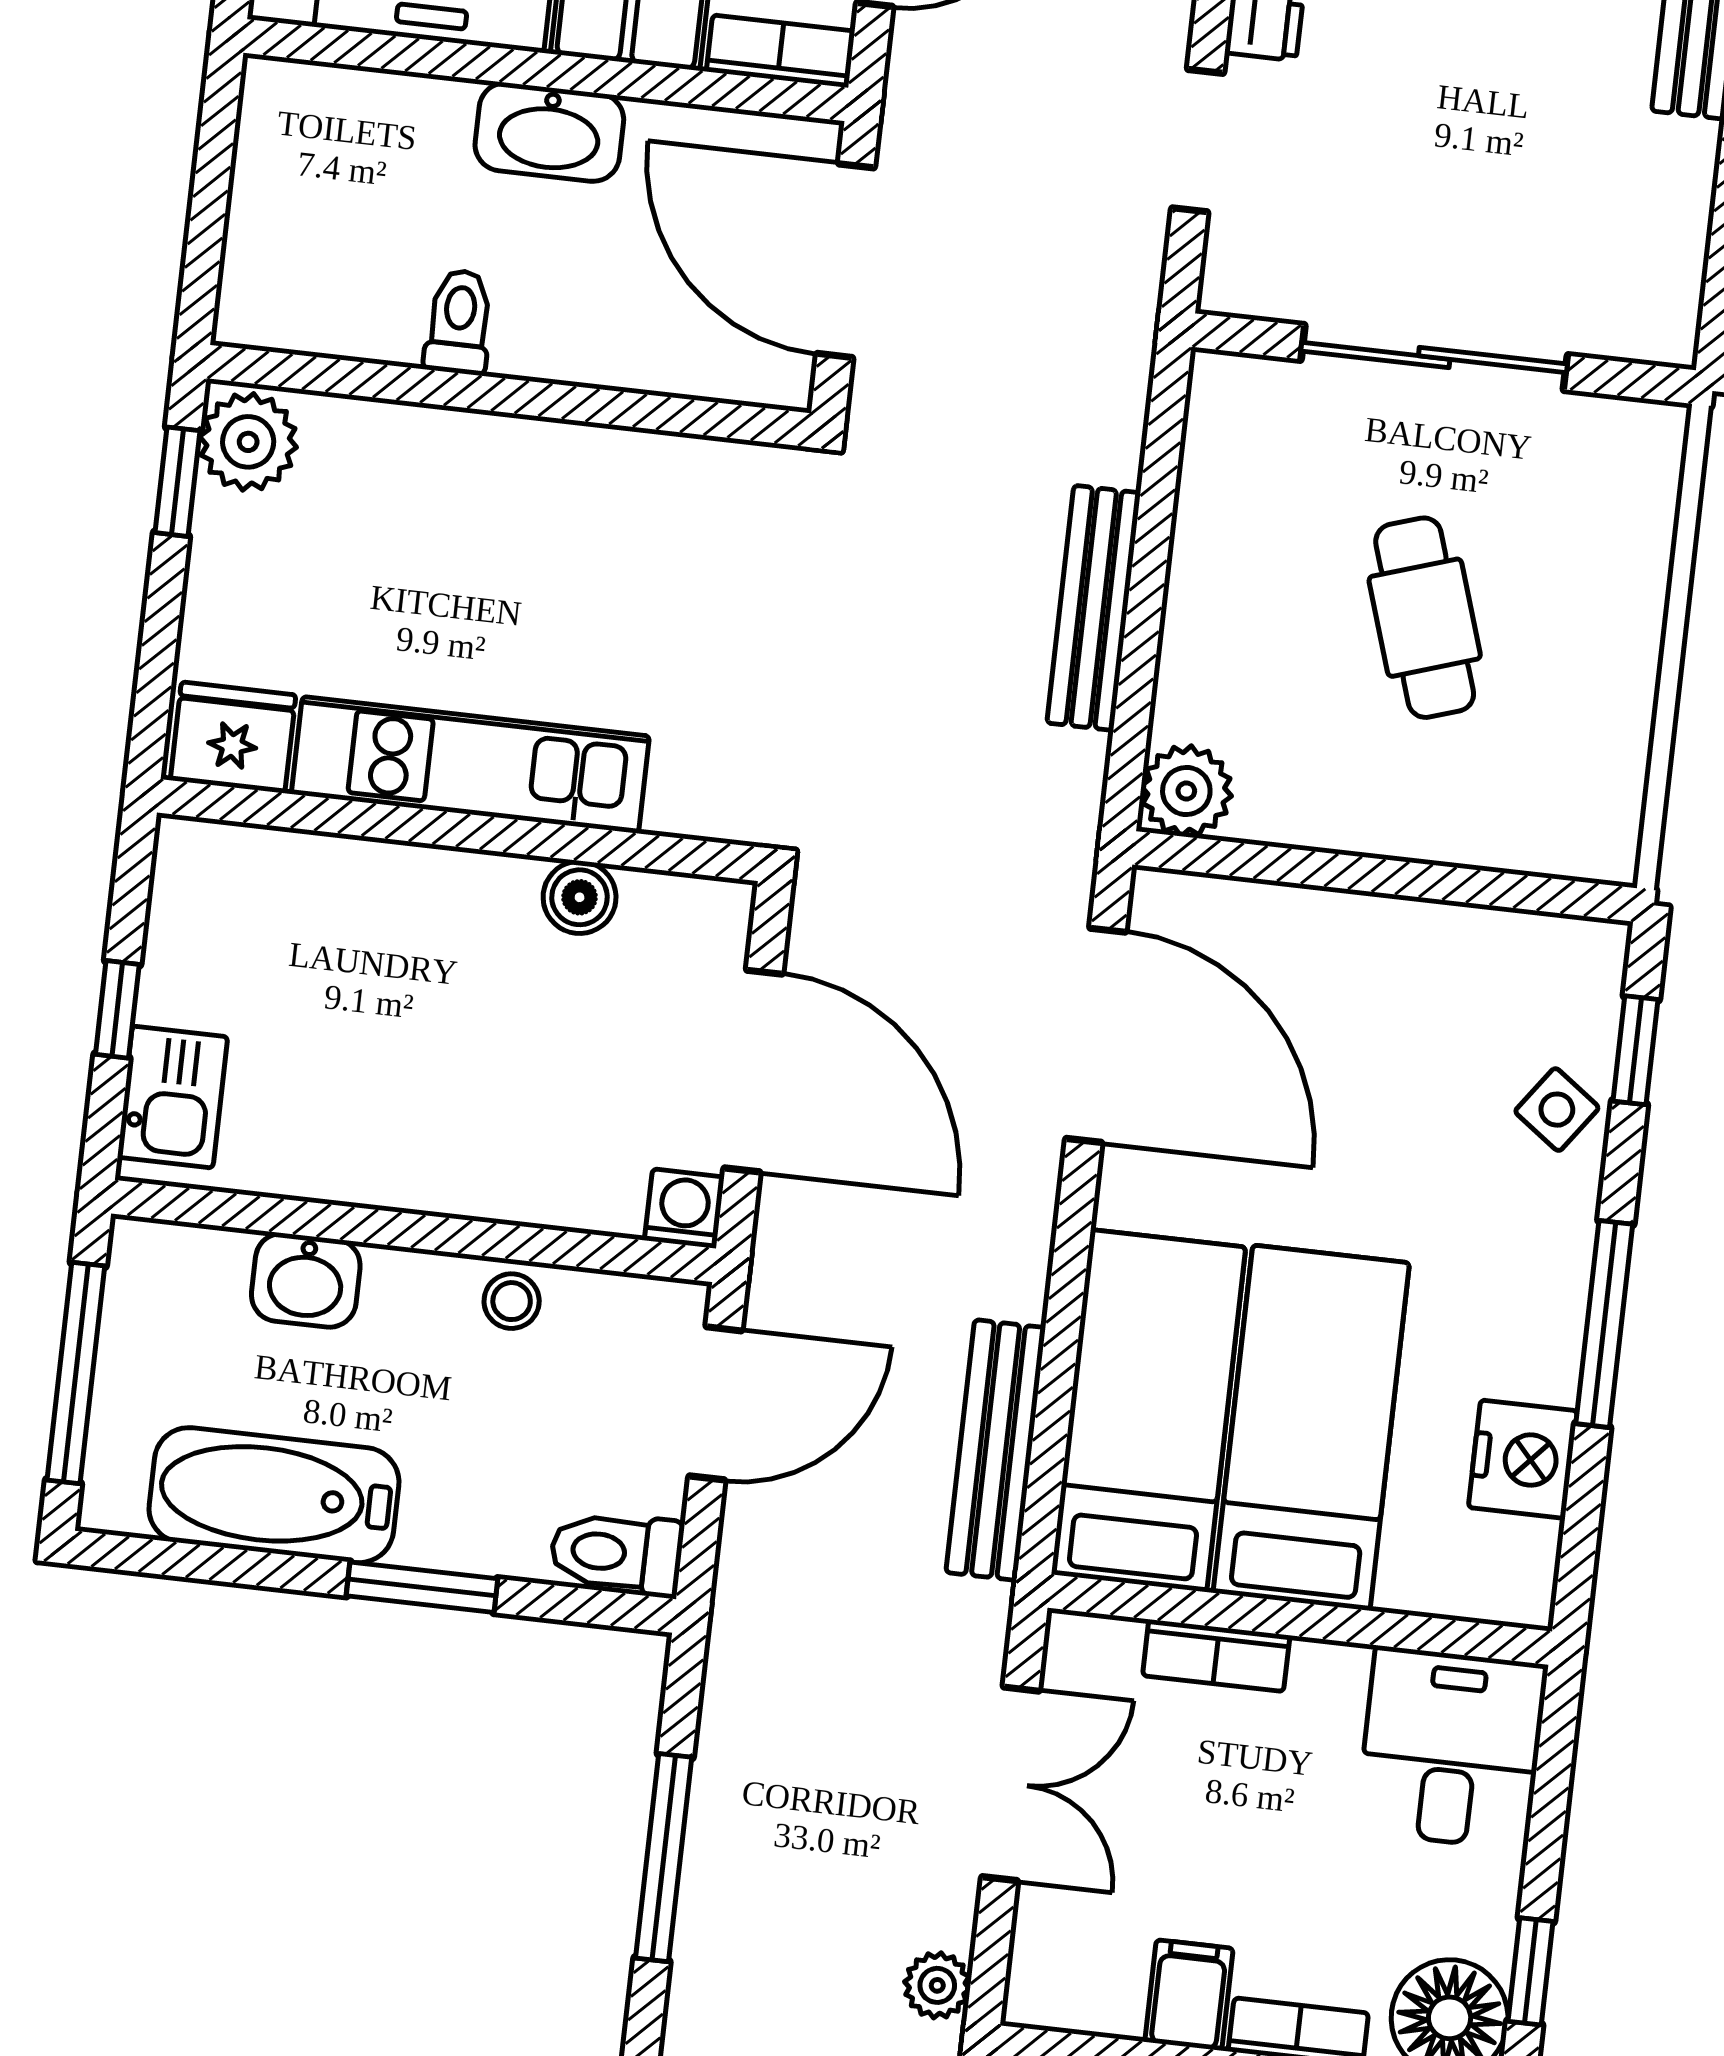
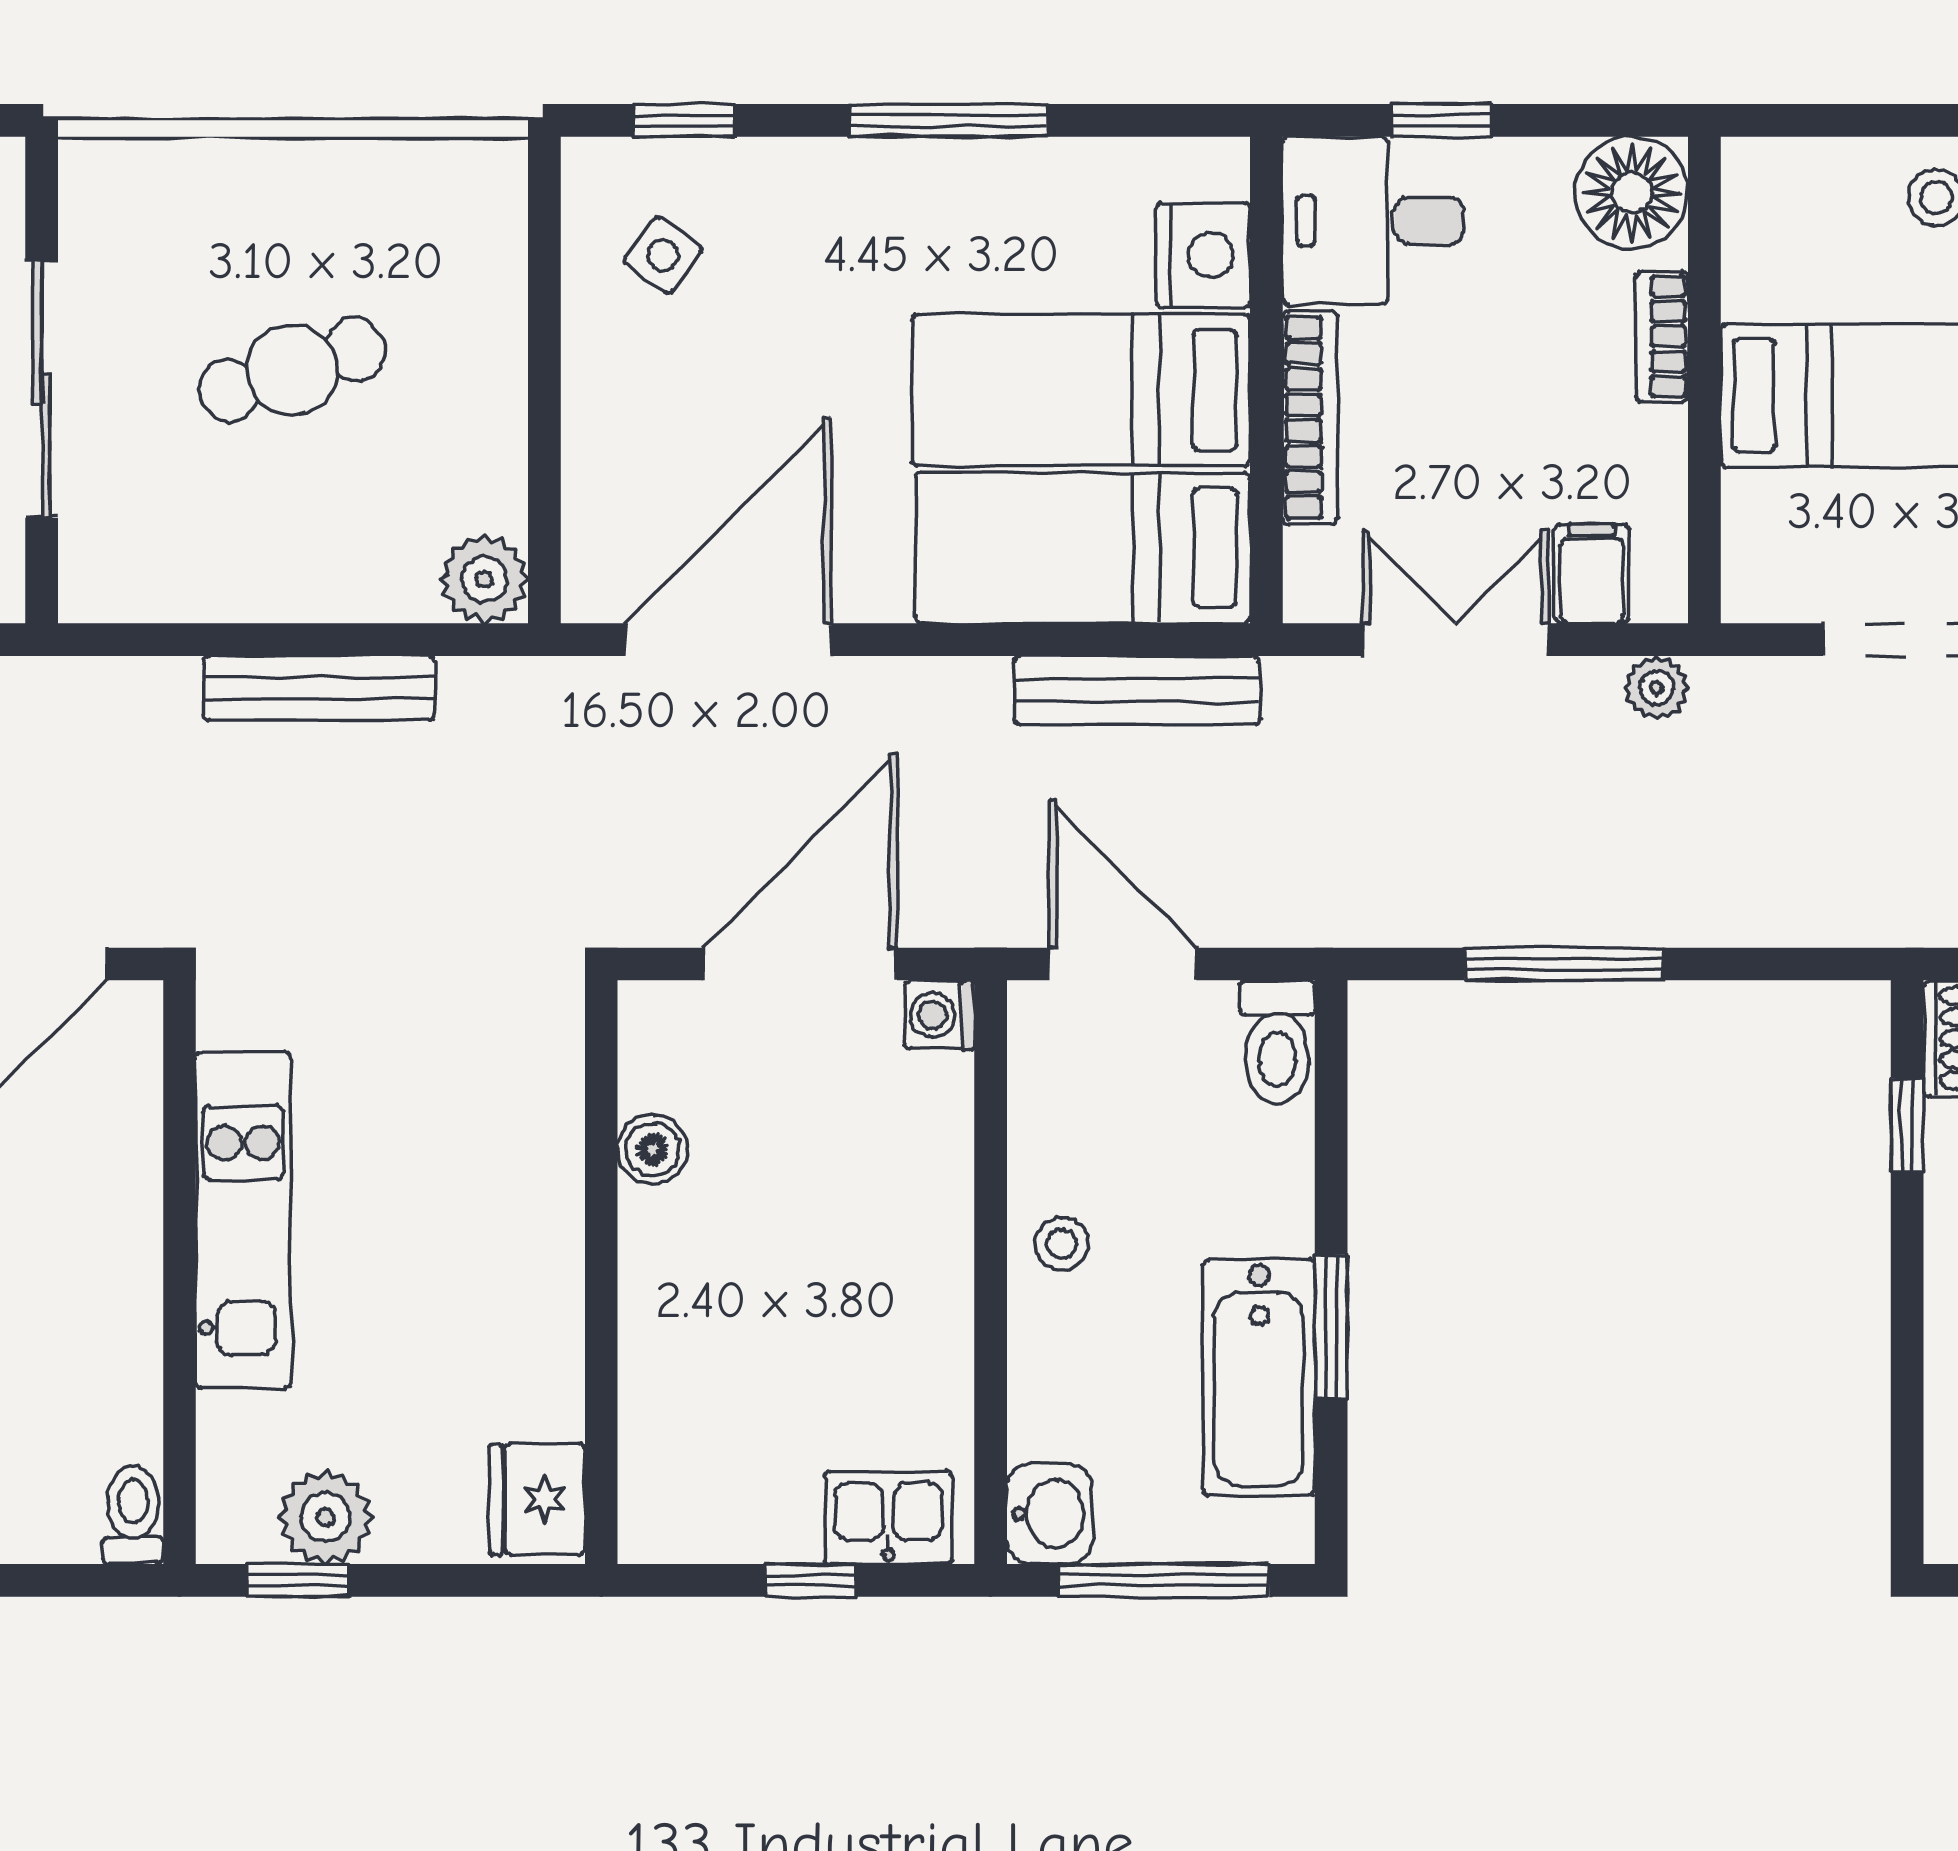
toilet: (459, 322) -> (133, 1515), moved, turned 90
plant: (248, 442) -> (325, 1517), moved
kitchen unit: (470, 765) -> (243, 1220), moved, turned 180
side table: (1557, 1110) -> (663, 255), moved
washbasin: (306, 1280) -> (1050, 1514), moved
stool: (512, 1301) -> (1062, 1244), moved
nightstand: (1523, 1459) -> (1203, 255), moved, turned 90
window: (422, 1587) -> (1331, 1327), moved
bookcase: (1216, 1656) -> (1310, 418), width x1.56
window: (1530, 1971) -> (1441, 120), moved
filing cabinet: (1189, 1995) -> (1592, 574), moved, turned 90

